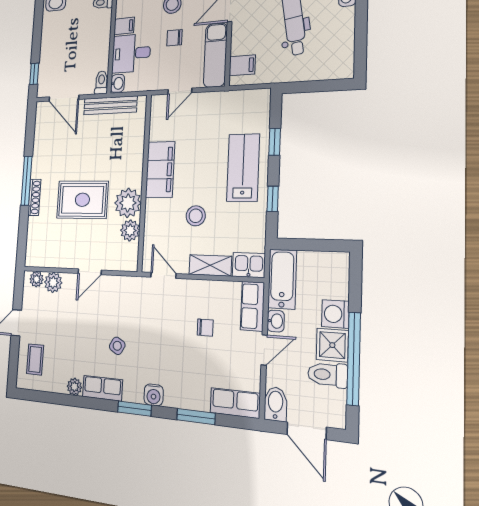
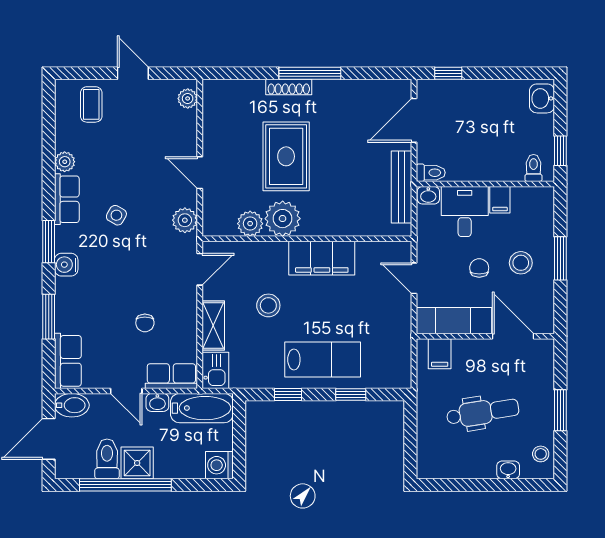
plant: (53, 282) -> (185, 220), moved
washing machine: (335, 314) -> (219, 465), moved, turned -90
coffee table: (35, 359) -> (91, 104), turned 90

